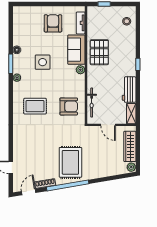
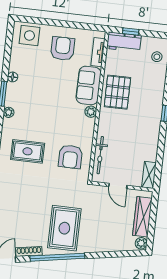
side table: (43, 62) -> (29, 36), moved
workbench: (129, 90) -> (124, 42), moved, turned -90
armchair: (69, 106) -> (70, 157), turned 90

